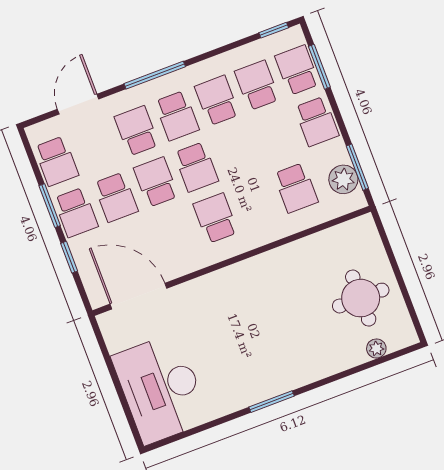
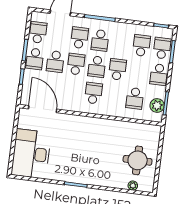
school desk: (217, 100) -> (117, 69), moved
school desk: (56, 161) -> (38, 32), turned 180

